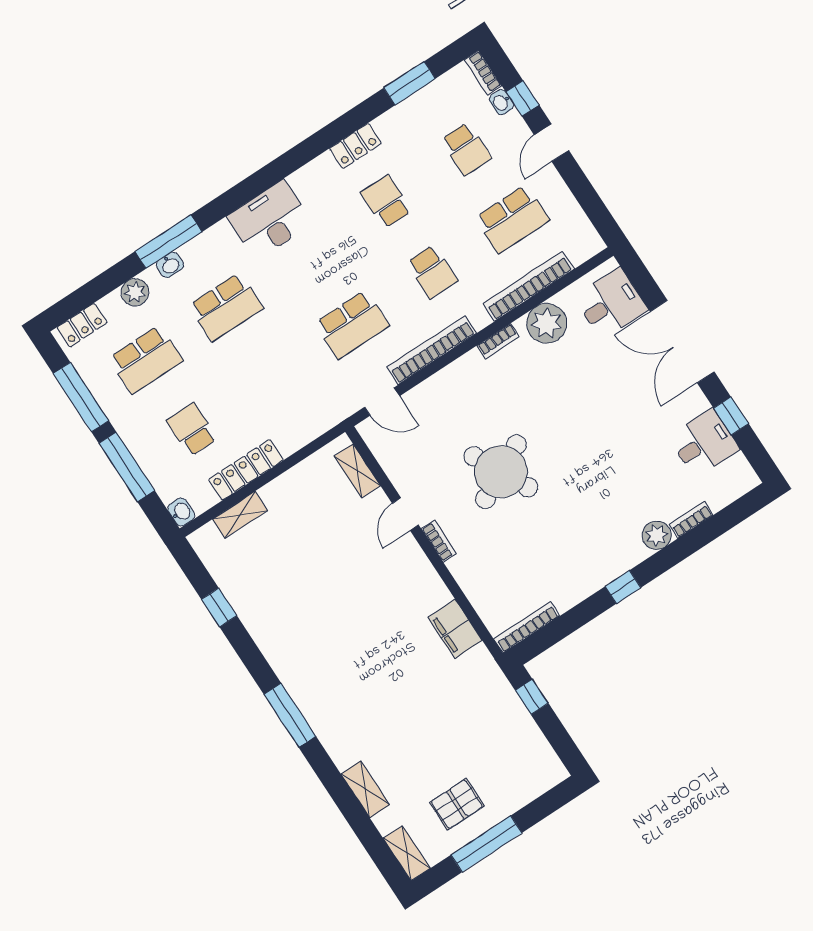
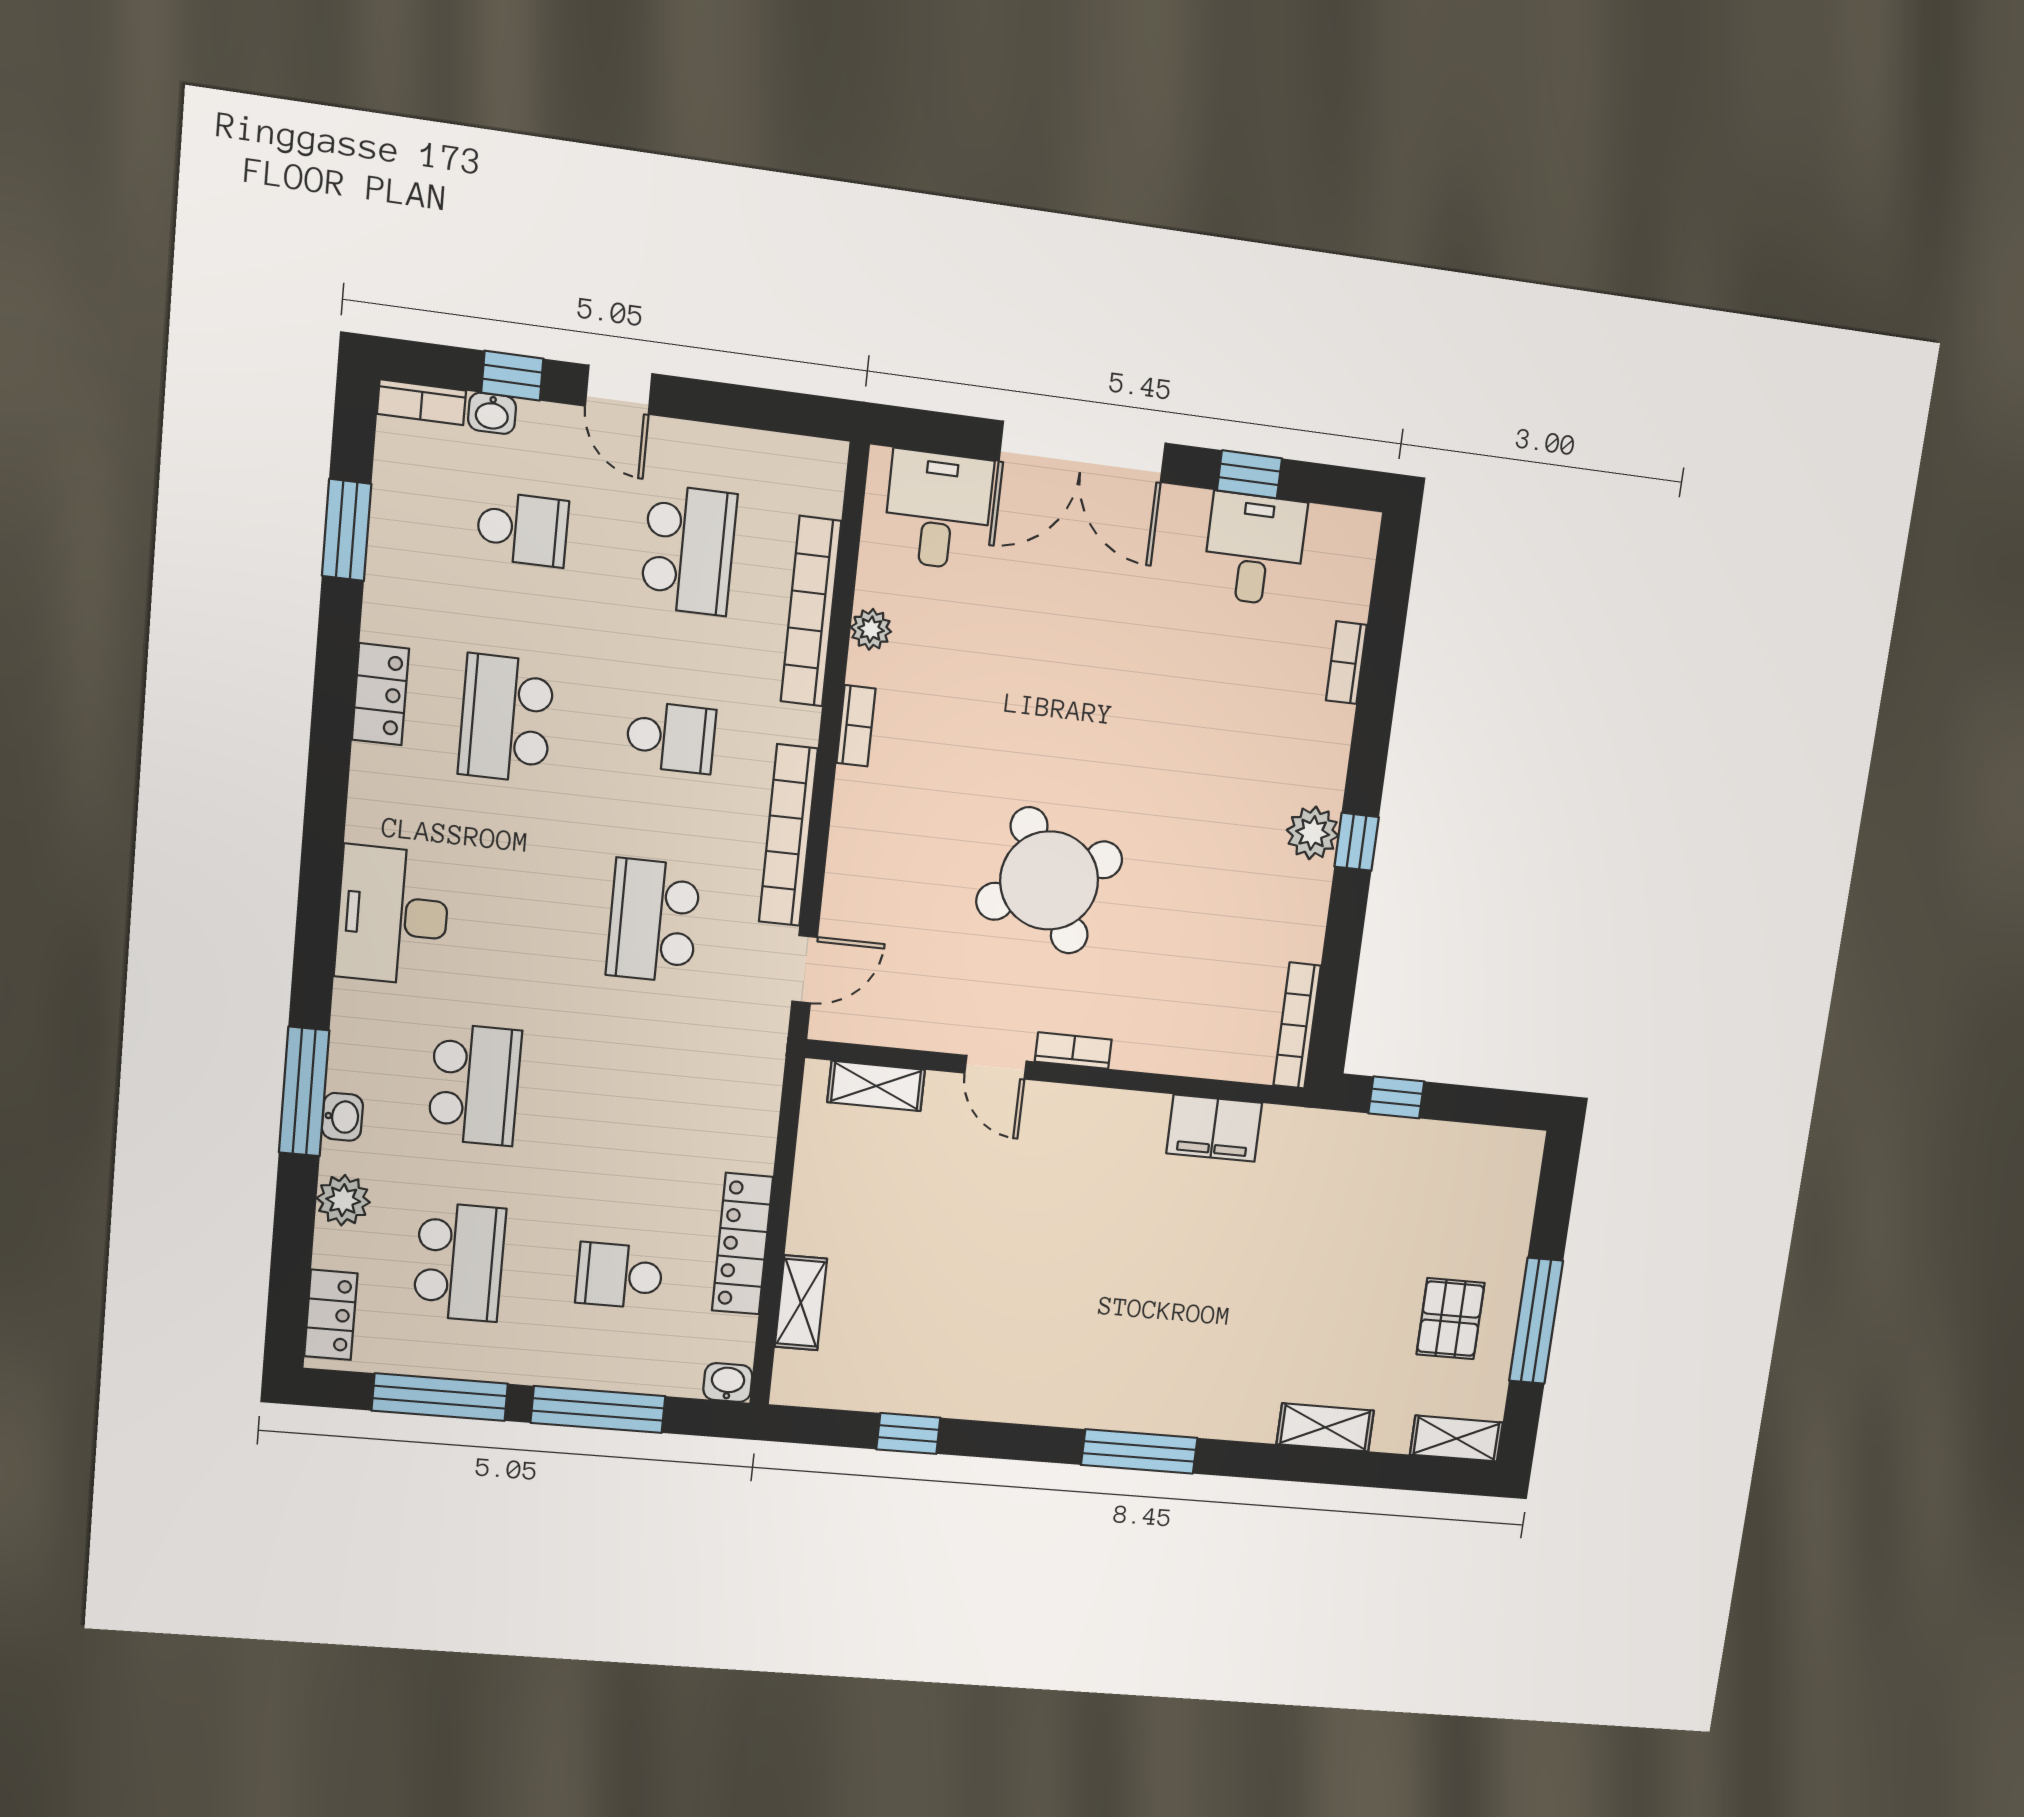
school desk: (386, 202) -> (506, 718), width x1.85
plant: (547, 323) -> (871, 629), width x0.53, depth x0.53
school desk: (352, 324) -> (653, 921), turned 180
plant: (657, 535) -> (1313, 833), moved

